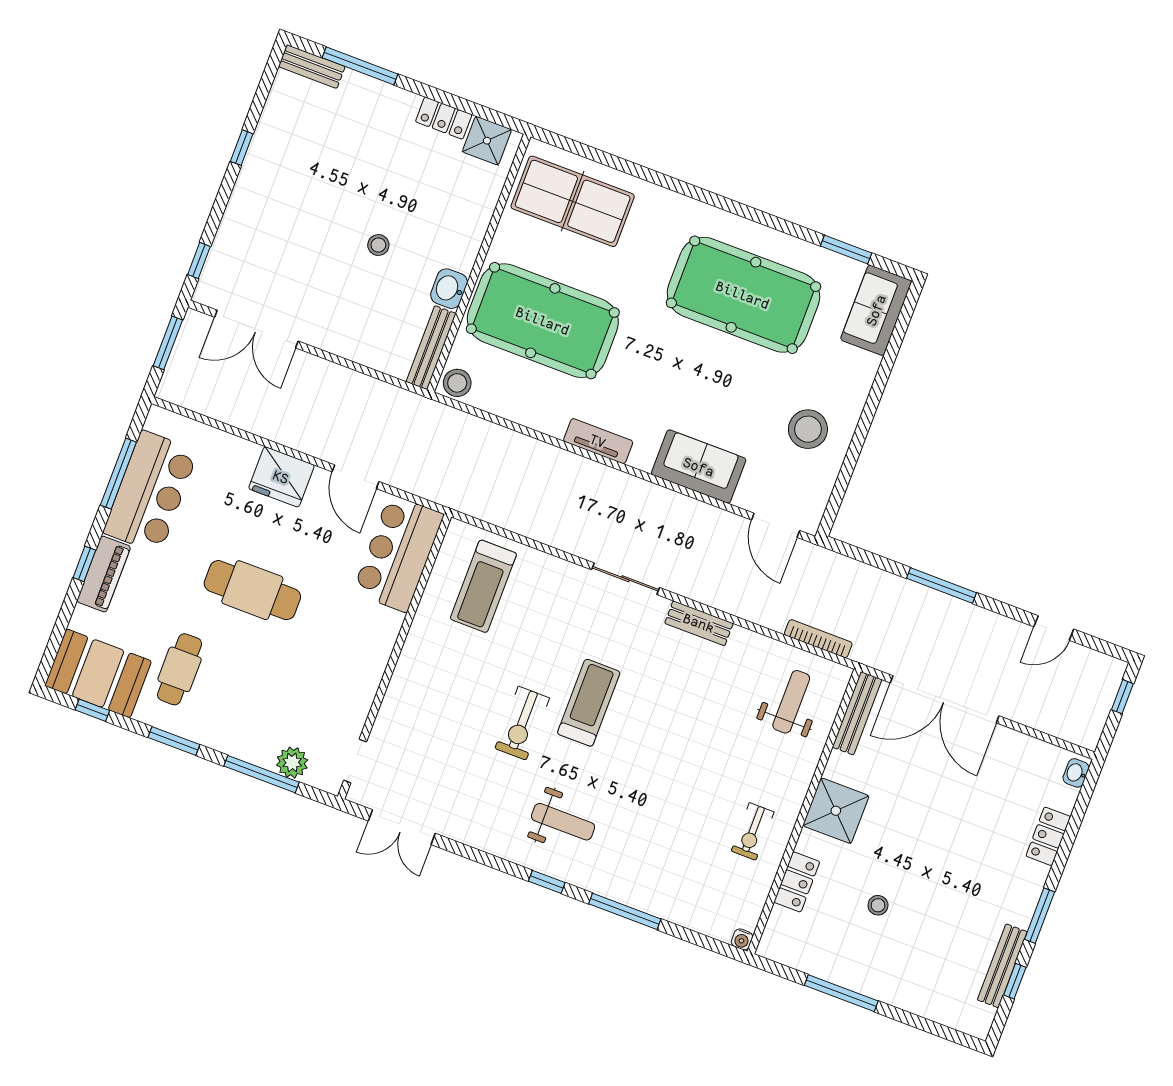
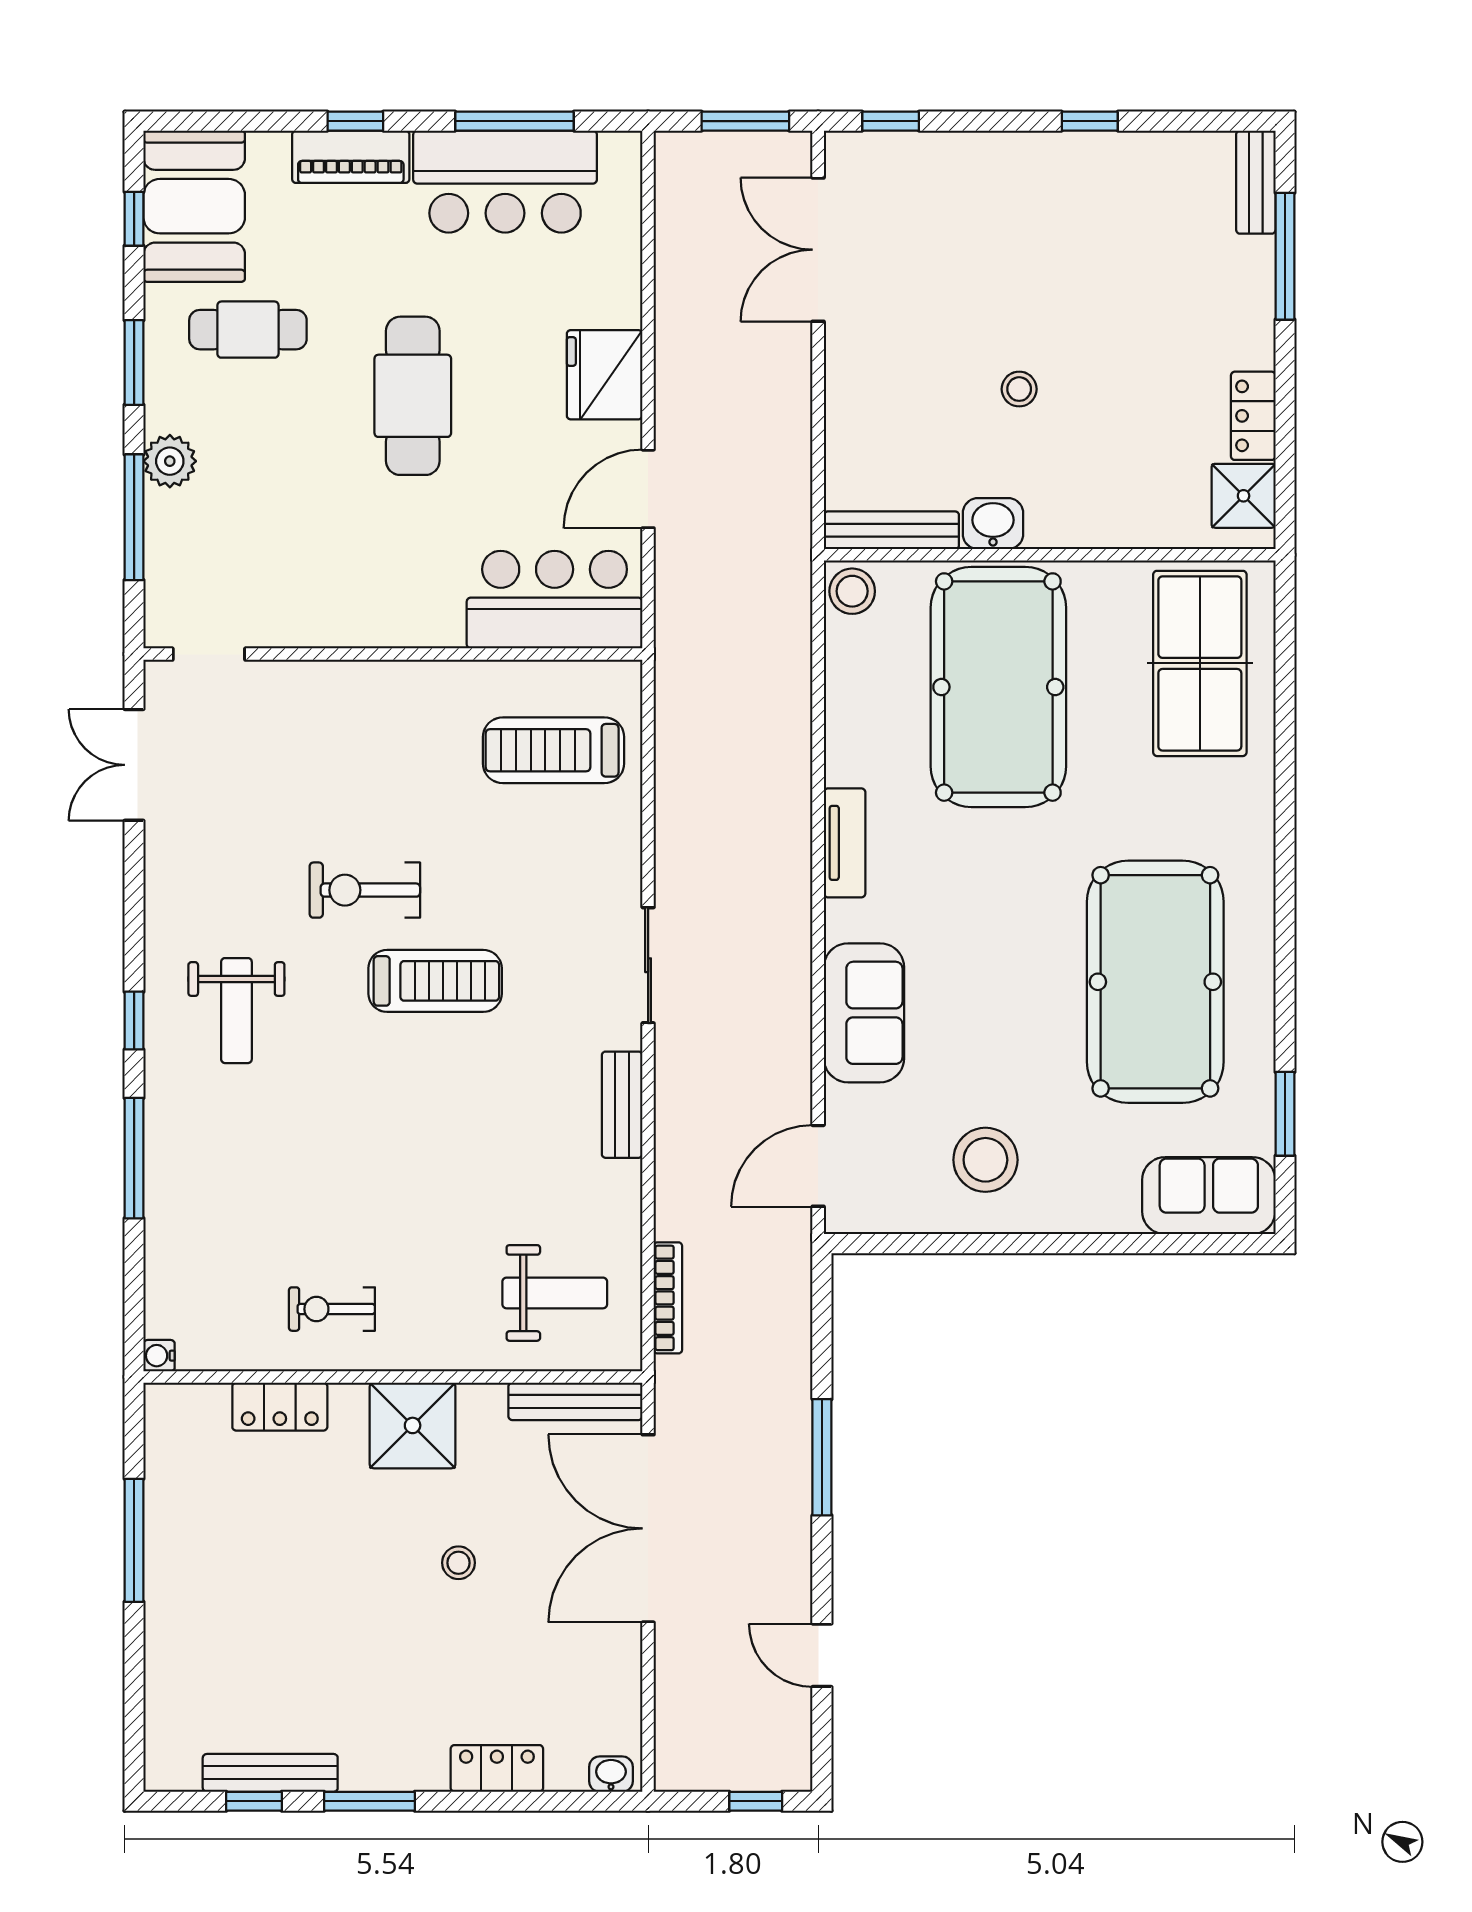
plant: (292, 763) -> (170, 461), moved
stool: (878, 905) -> (459, 1563), moved

